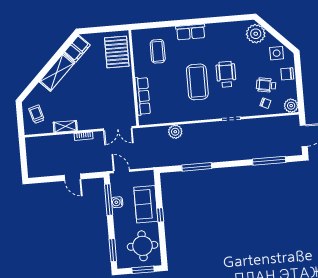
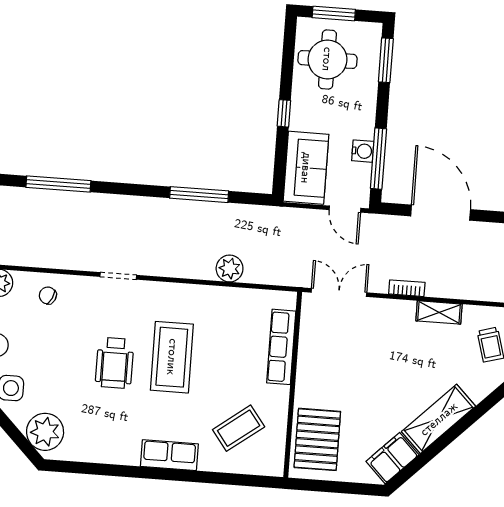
coffee table: (158, 51) -> (239, 428), turned 53
wheelchair: (266, 85) -> (41, 330), removed
door: (73, 177) -> (441, 213), width x1.88
sofa: (146, 204) -> (306, 168), moved

